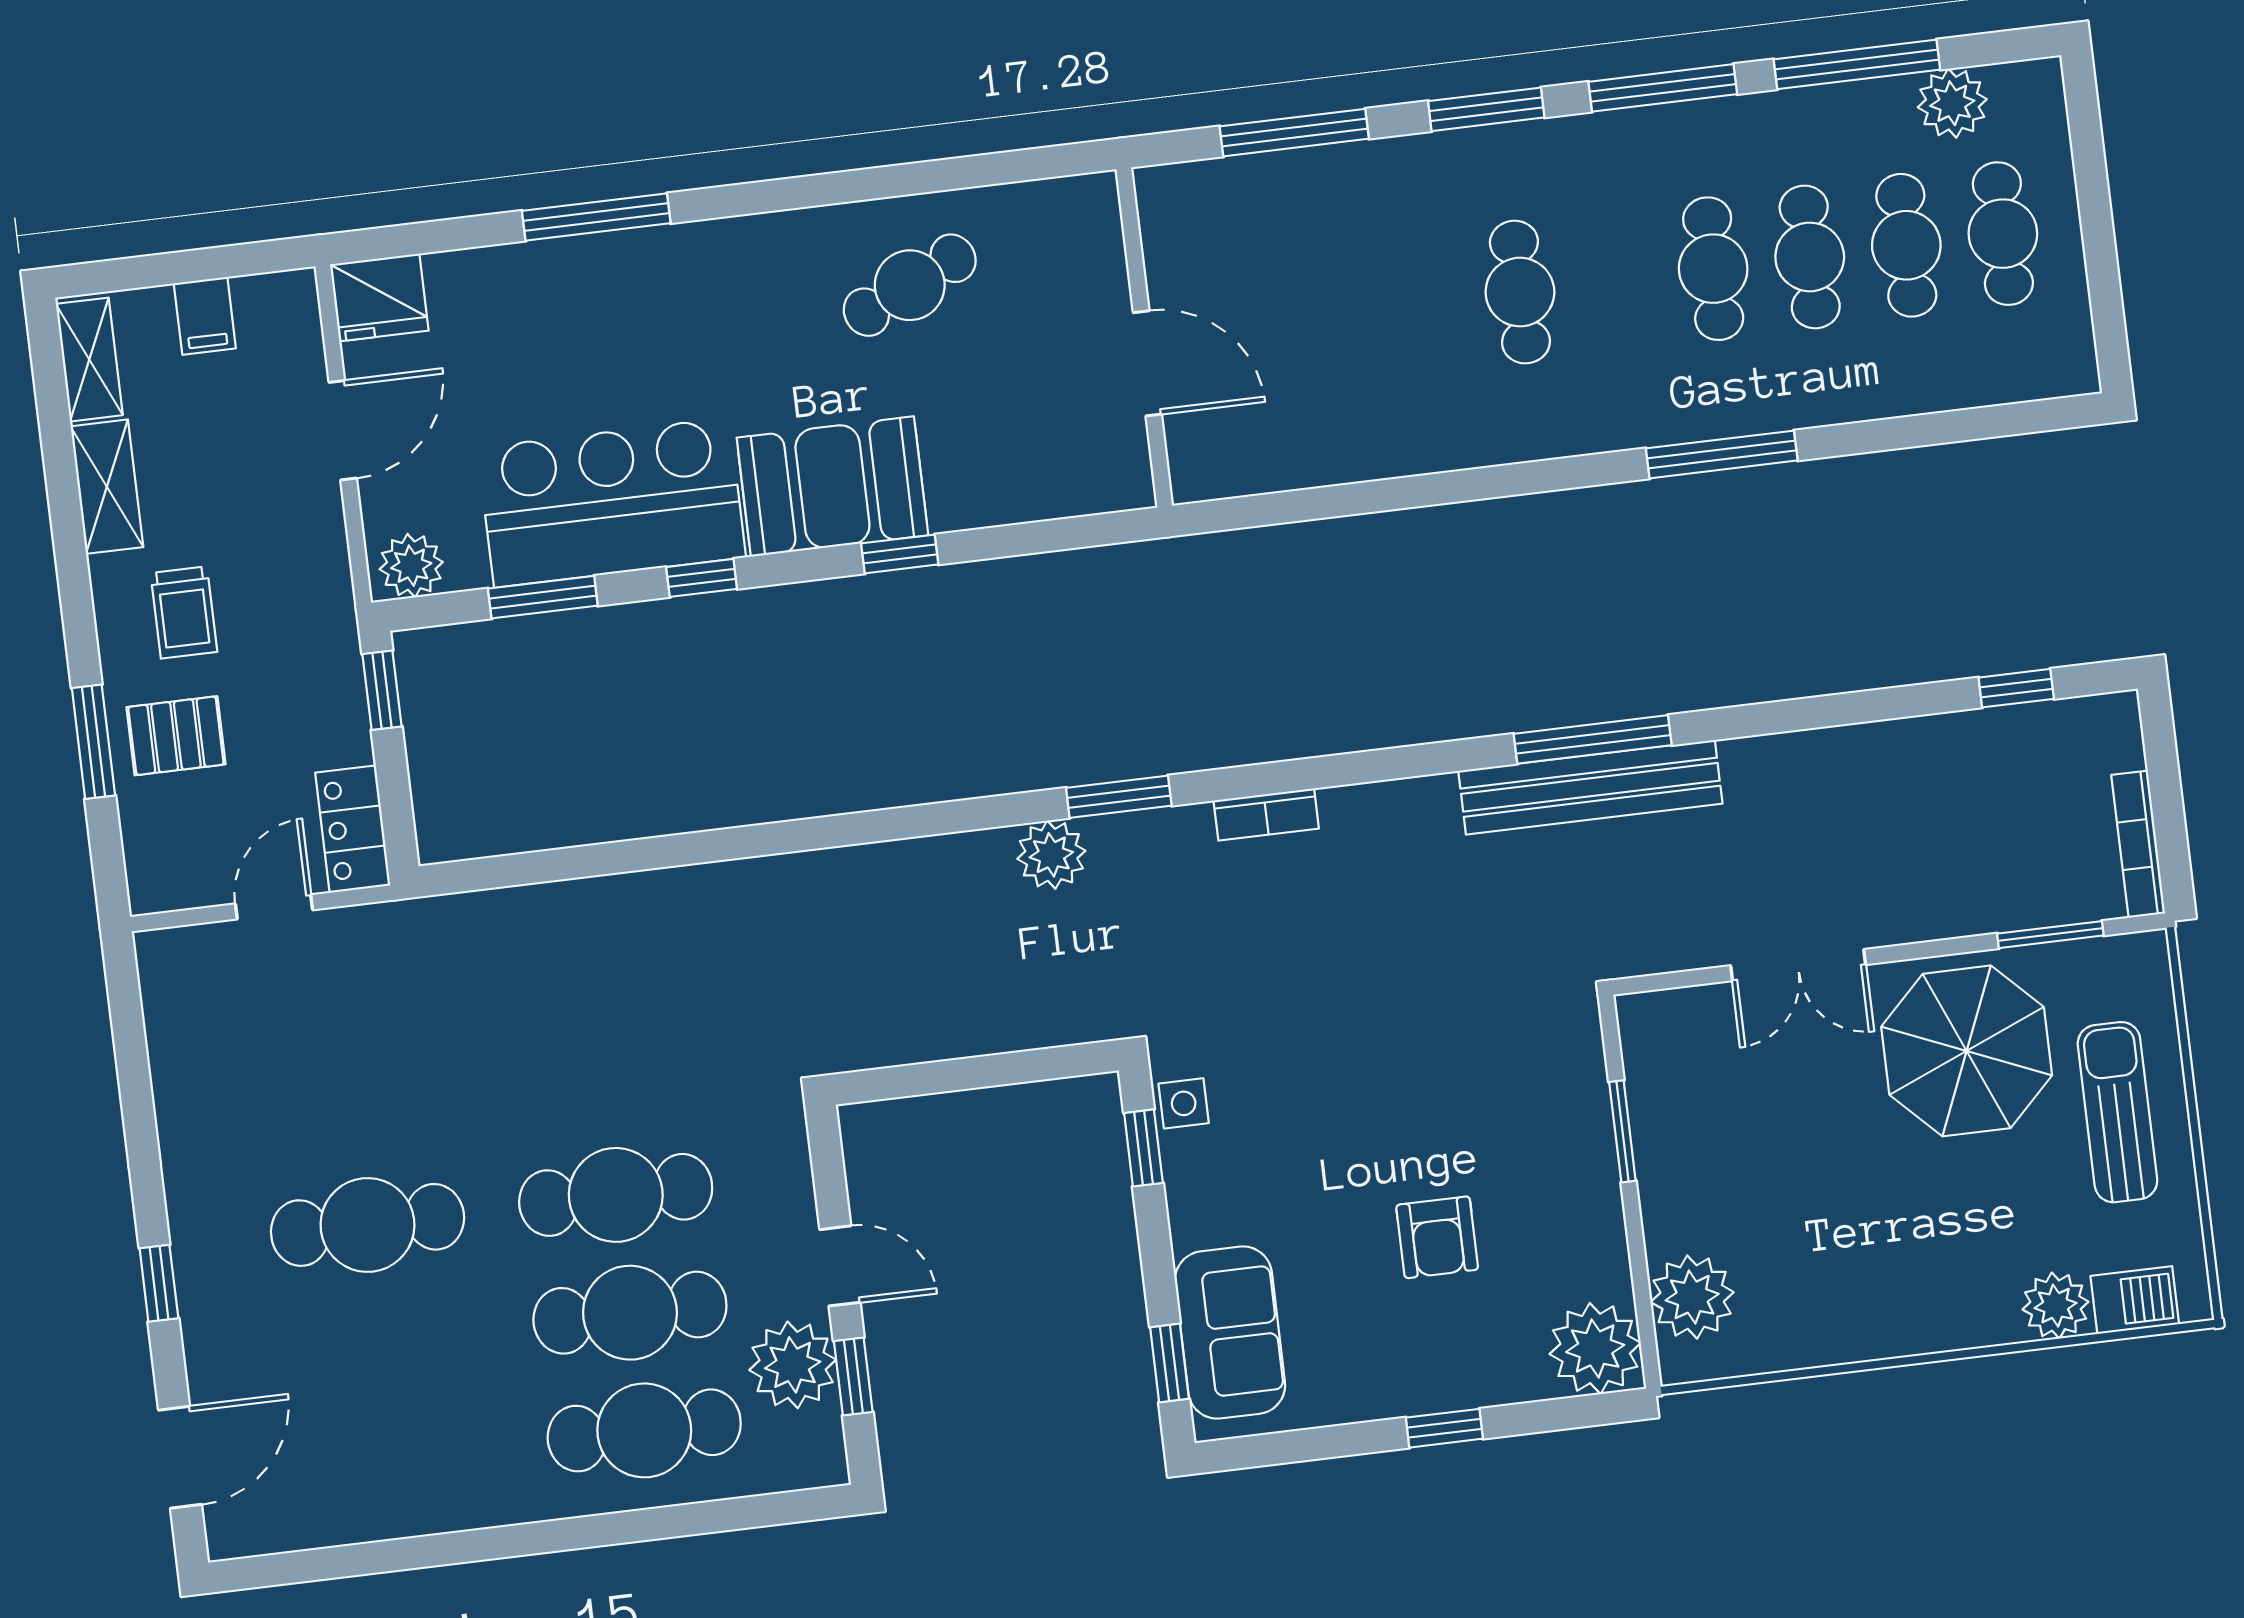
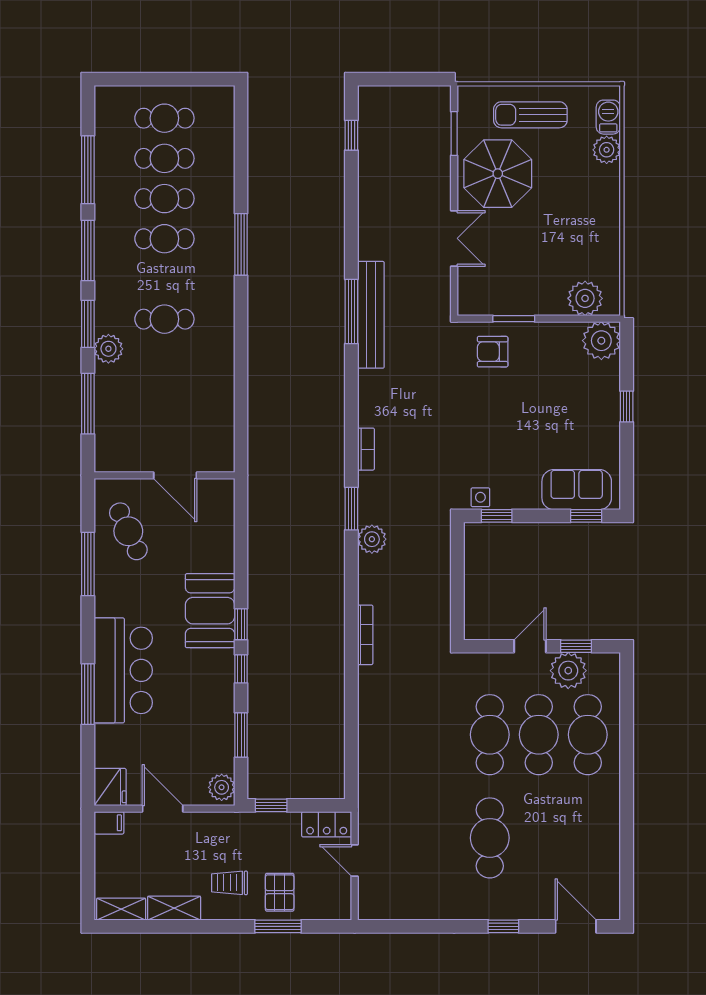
plant: (1952, 103) -> (108, 349), moved
window: (909, 179) -> (88, 564), added
cafe table: (910, 285) -> (128, 531), moved
filing cabinet: (205, 316) -> (109, 823), moved
door: (1147, 363) -> (175, 475), swing flipped
bar counter: (612, 503) -> (123, 670), moved, turned 180
window: (900, 554) -> (241, 624), moved
trolley: (184, 612) -> (230, 883), turned 180
bookcase: (2138, 844) -> (365, 635), moved, turned -90
armchair: (1437, 1237) -> (493, 352), moved, turned 180

